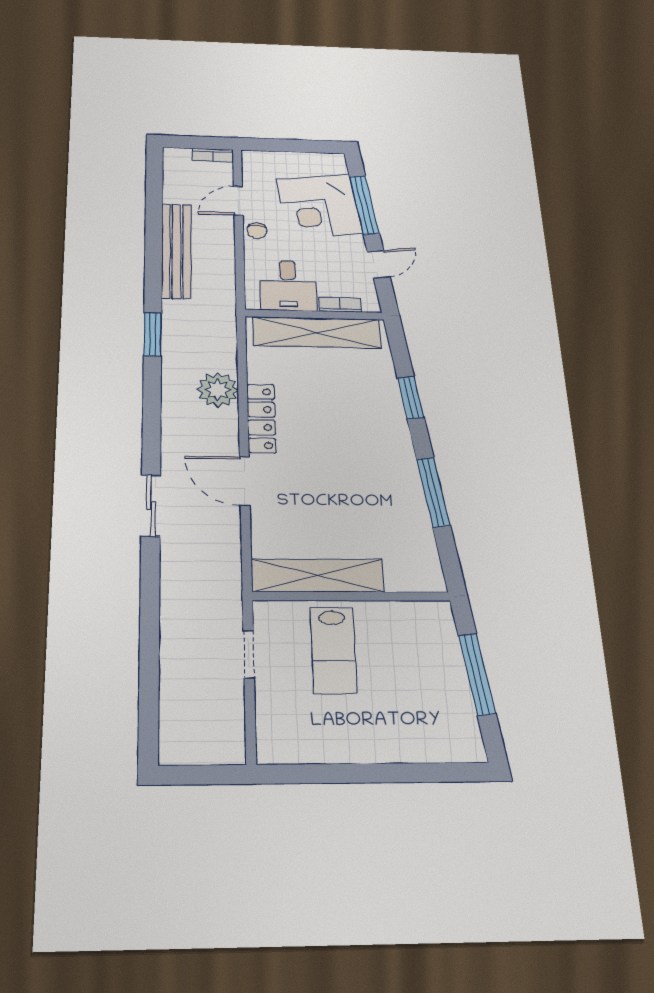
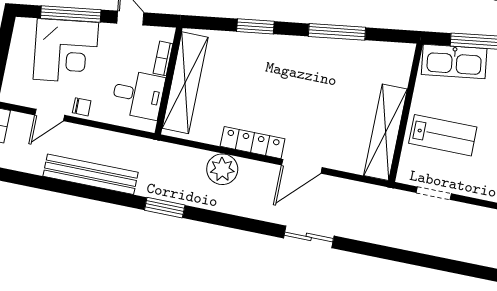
door: (238, 201) -> (50, 115), hinge flipped
kitchen sink: (439, 645) -> (454, 61), added

